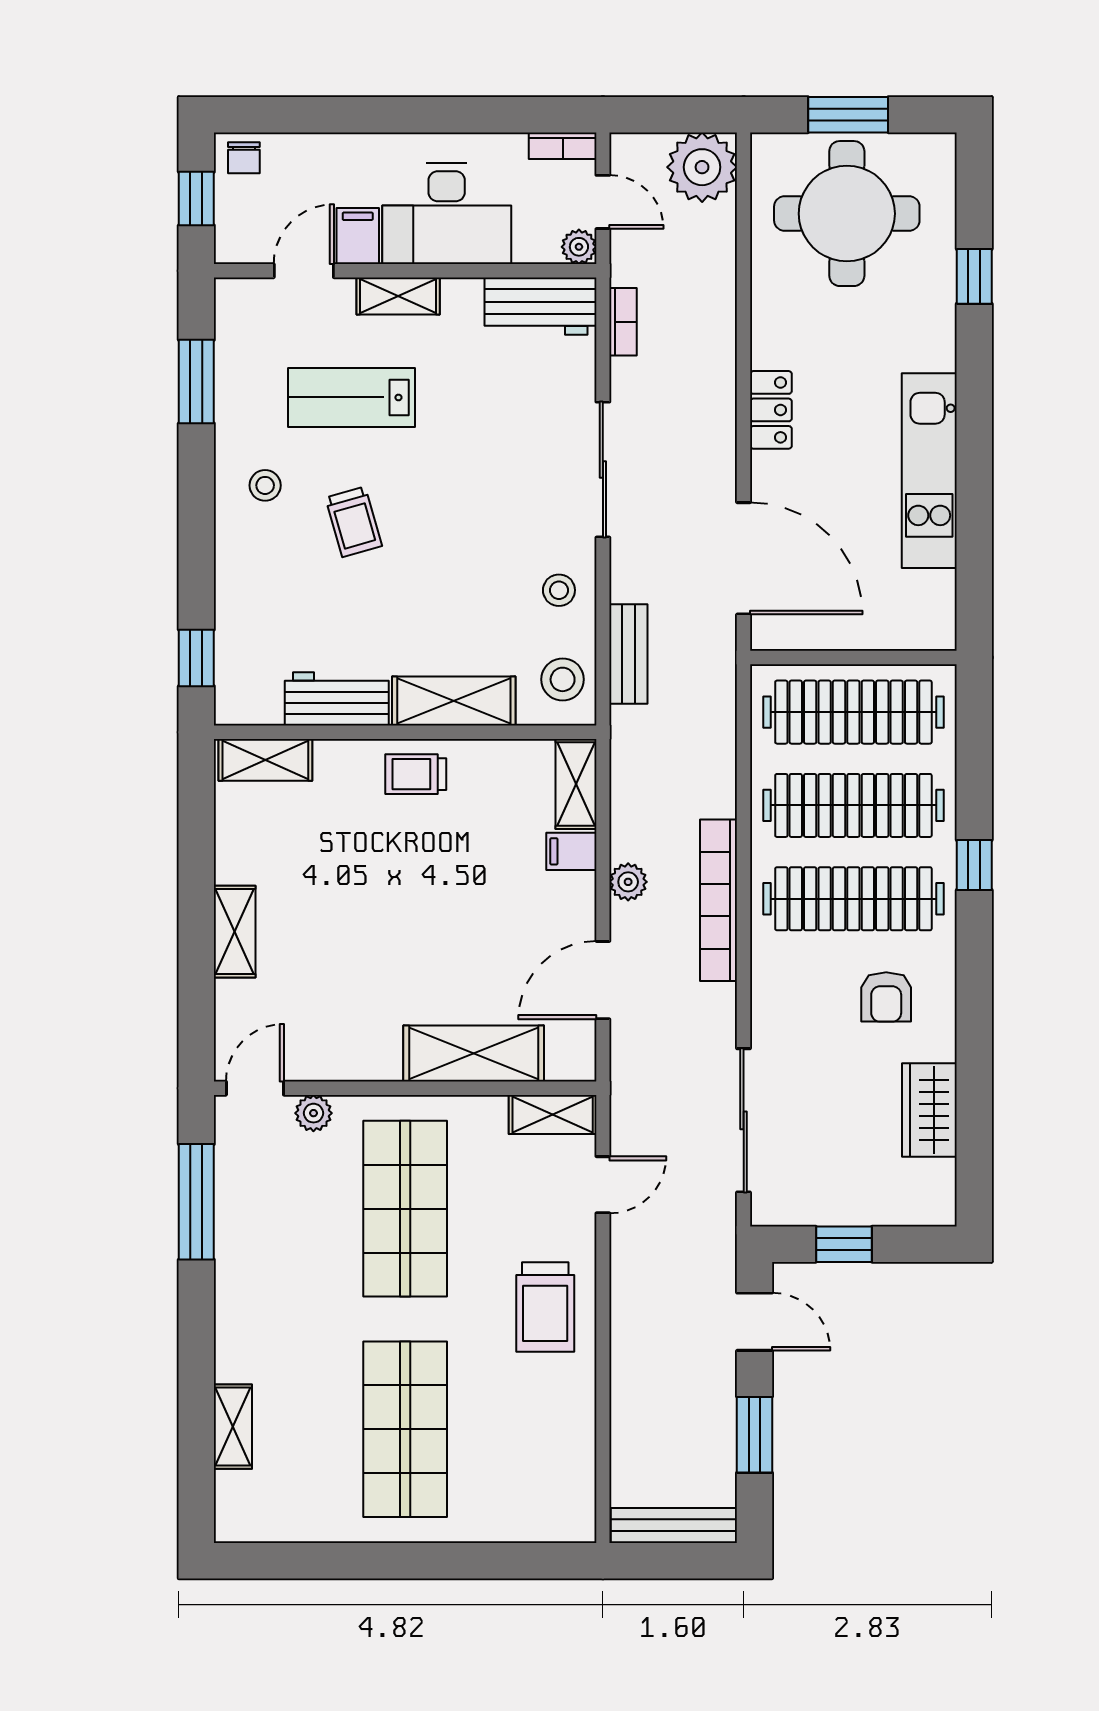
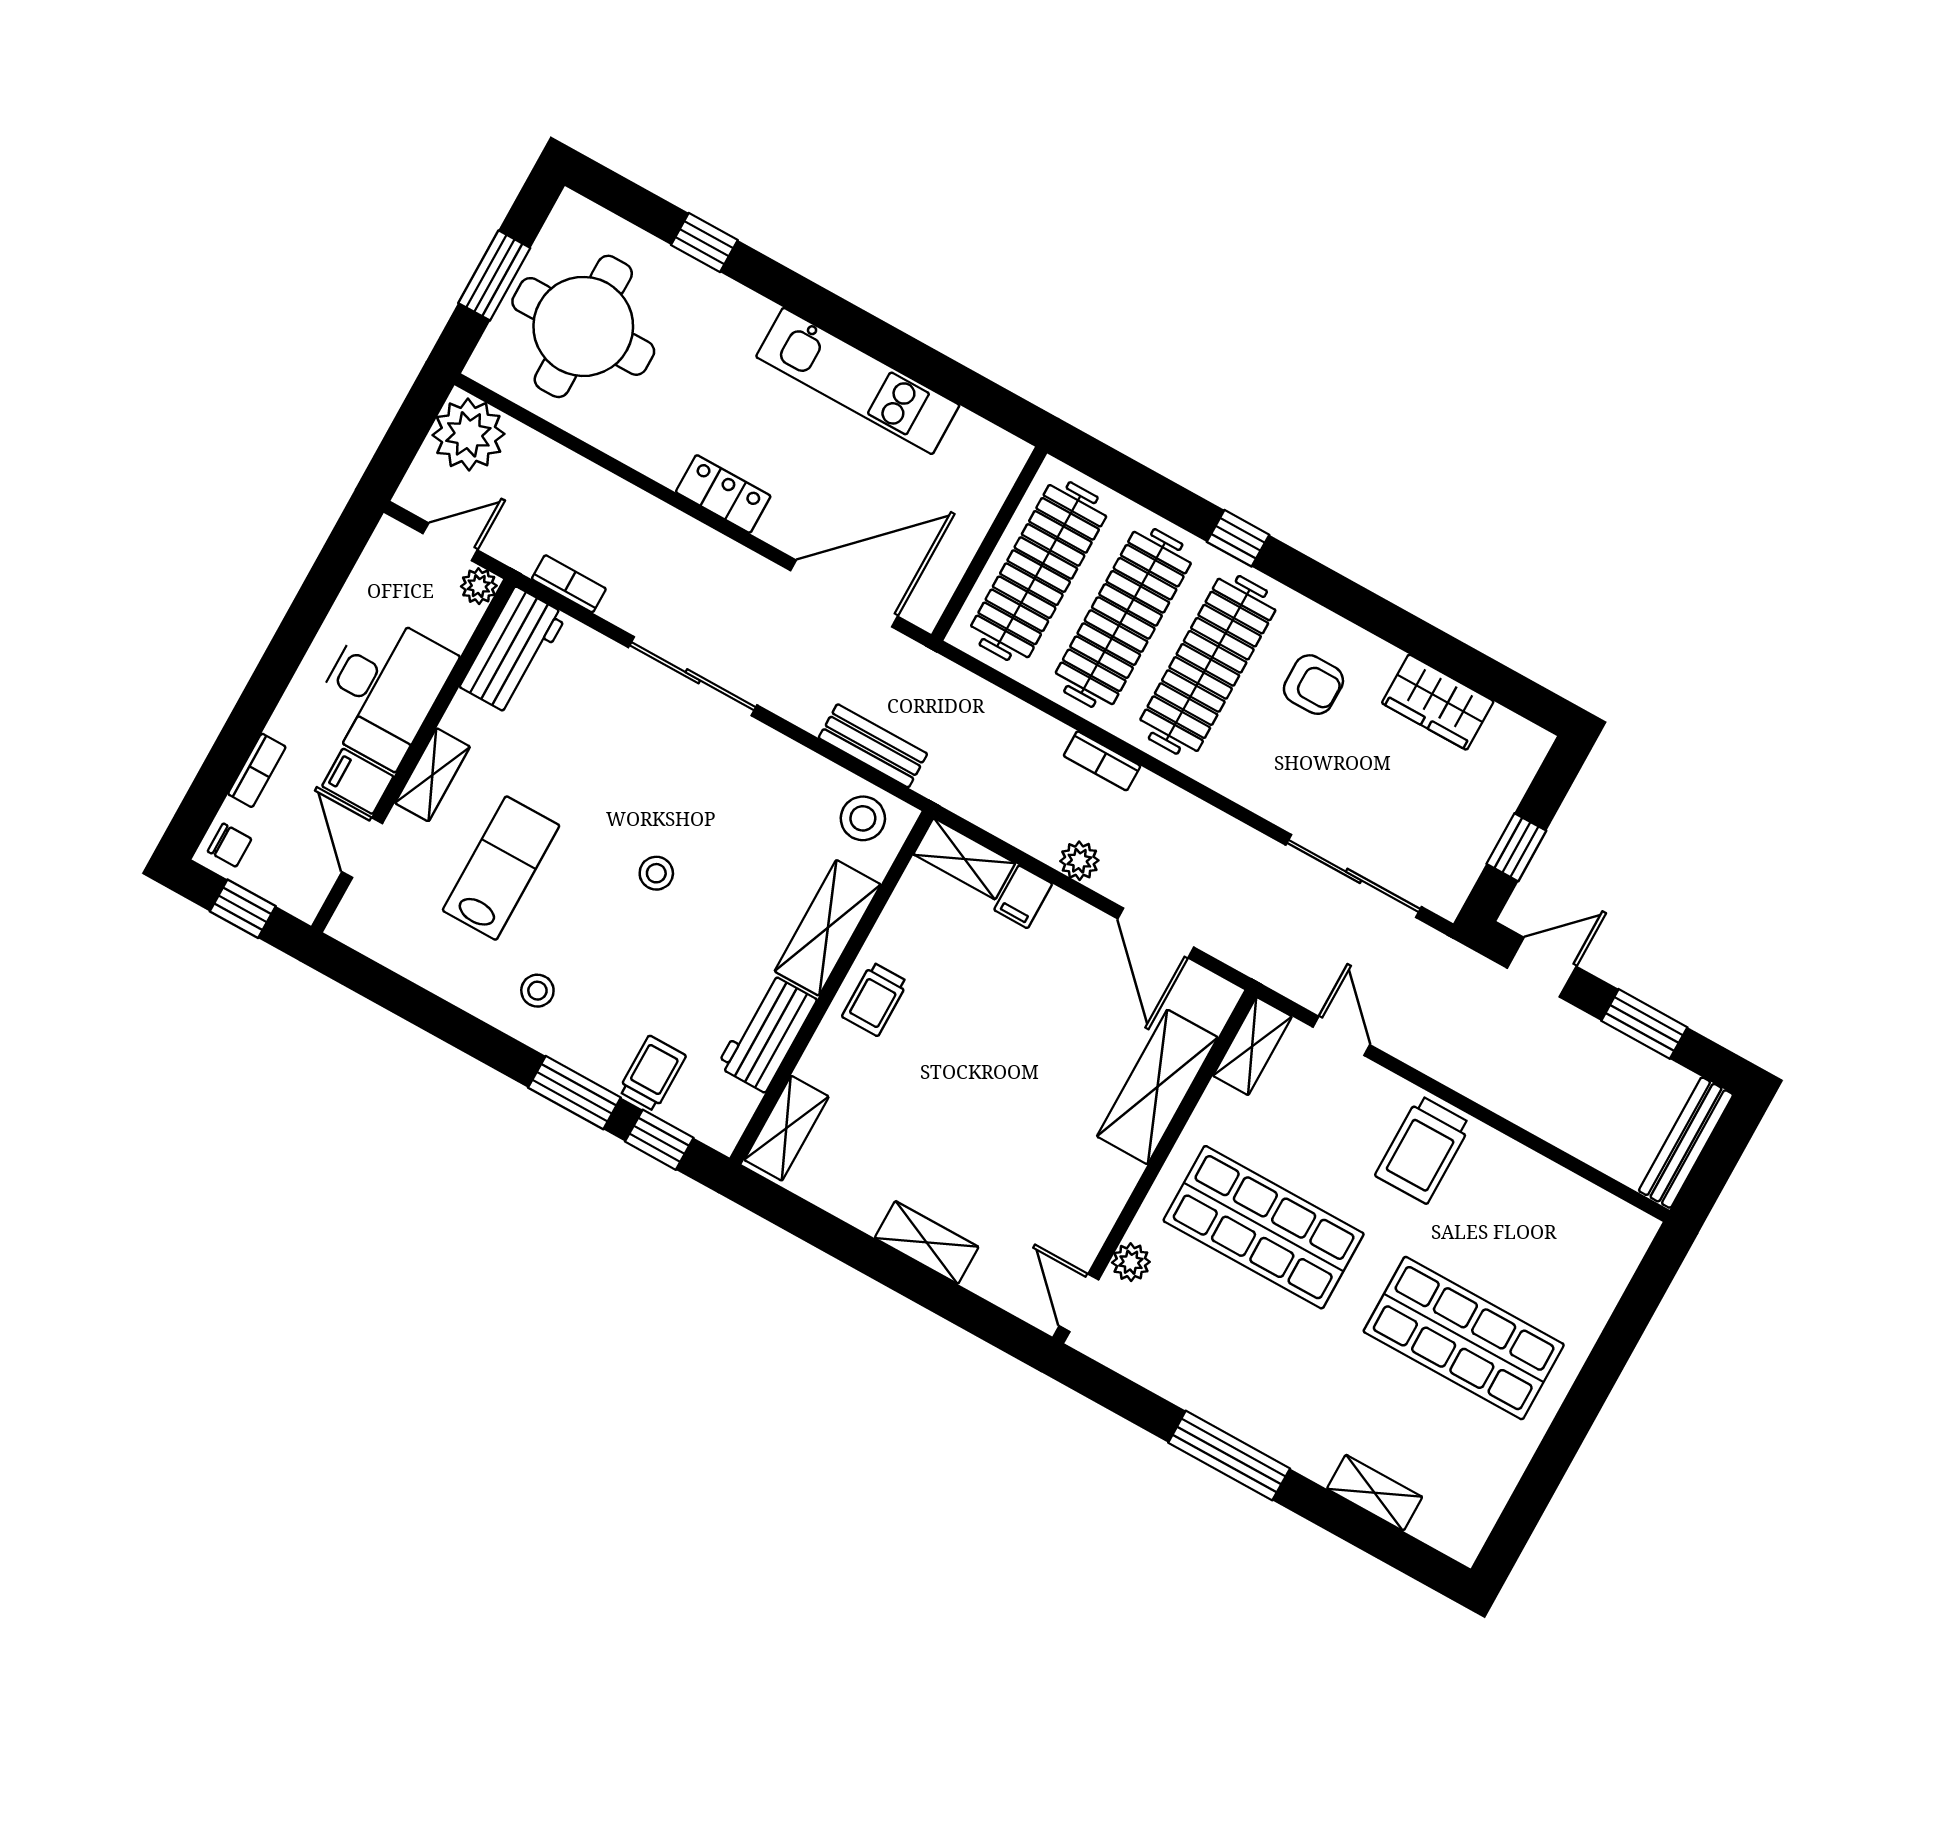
bookcase: (563, 146) -> (257, 770), moved
window: (196, 382) -> (574, 1093), moved
lab bench: (351, 397) -> (501, 868), turned 180
trolley: (354, 522) -> (652, 1073), moved, turned -74
stool: (559, 590) -> (656, 873), moved
bookcase: (719, 900) -> (1102, 761), width x0.43, depth x0.76
window: (196, 1202) -> (1229, 1456), moved
trolley: (545, 1307) -> (1423, 1150), turned 90

